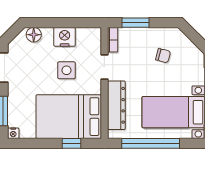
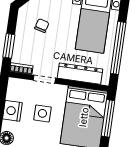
window: (71, 143) -> (108, 118), width x2.17

